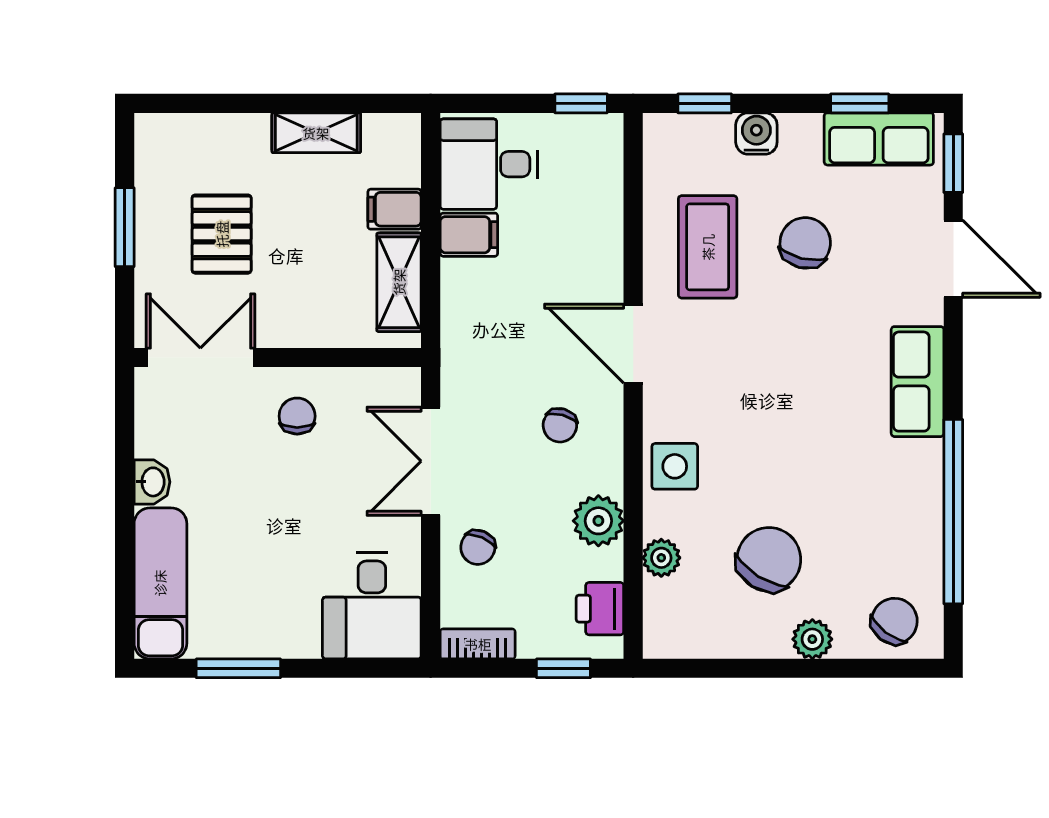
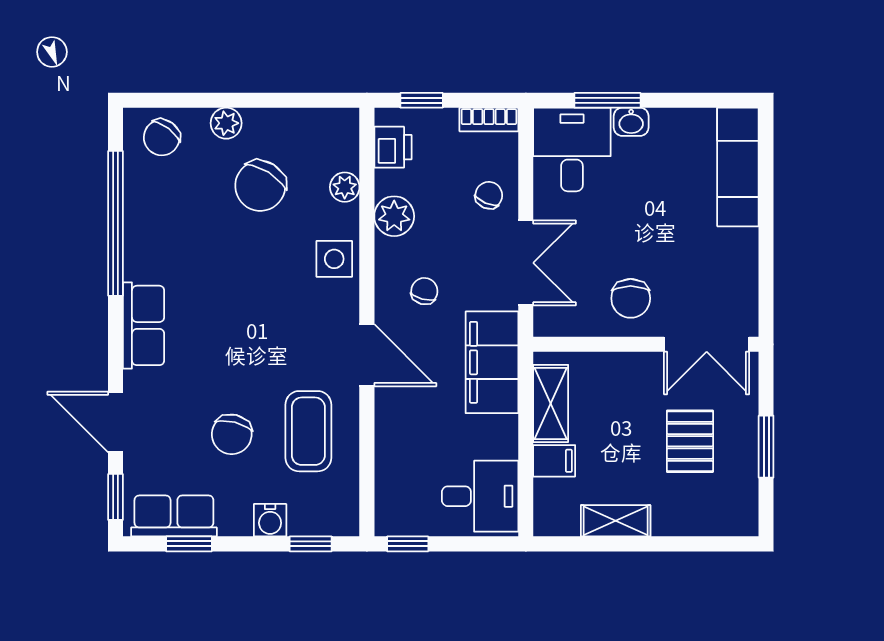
filing cabinet: (469, 235) -> (492, 362), moved, width x3.00, depth x1.17
chair: (297, 416) -> (631, 298), width x1.37, depth x1.37
washbasin: (152, 482) -> (631, 122), moved, turned -90
window: (238, 668) -> (607, 100), moved

